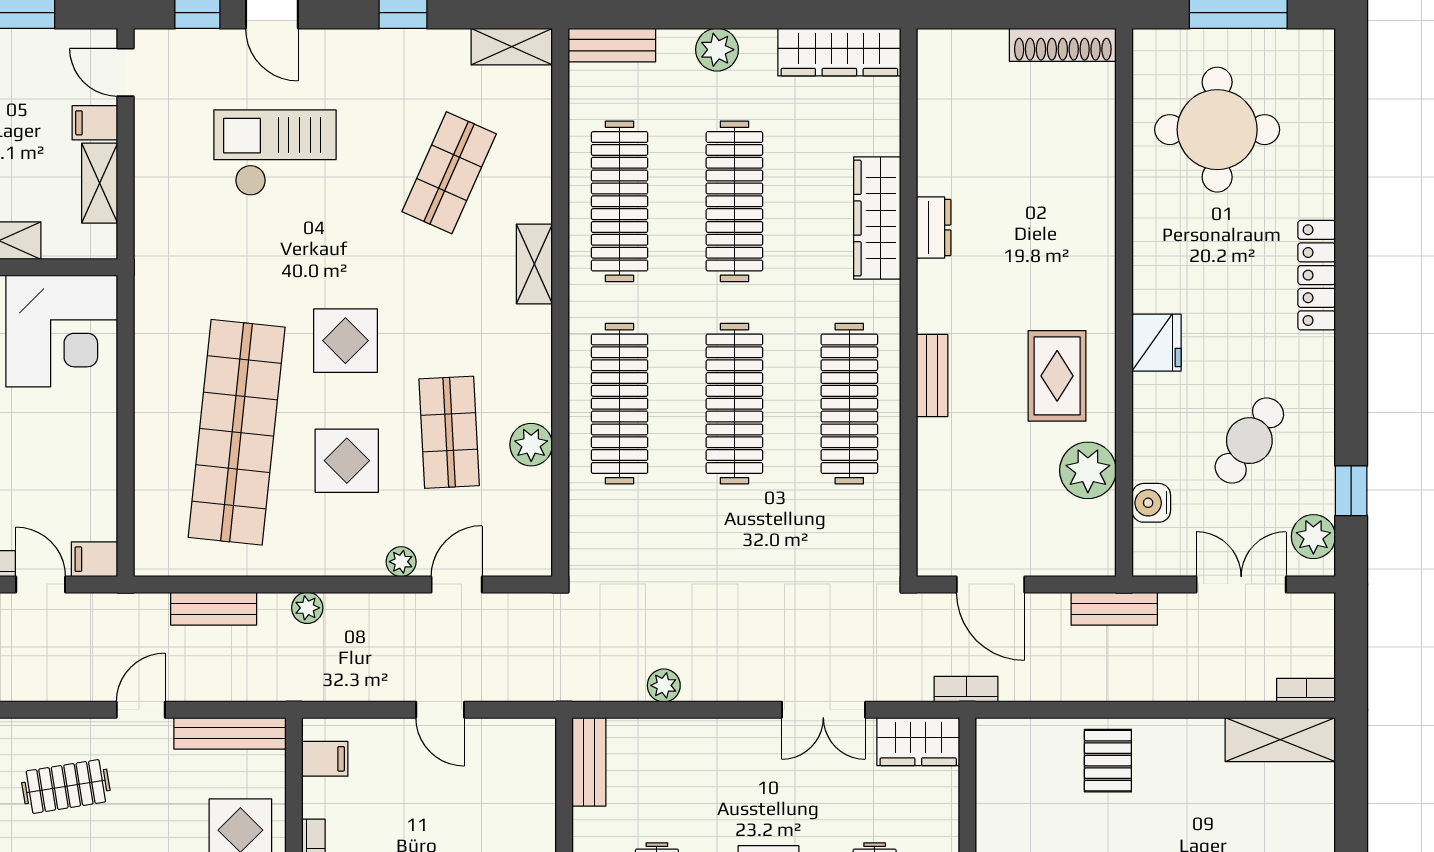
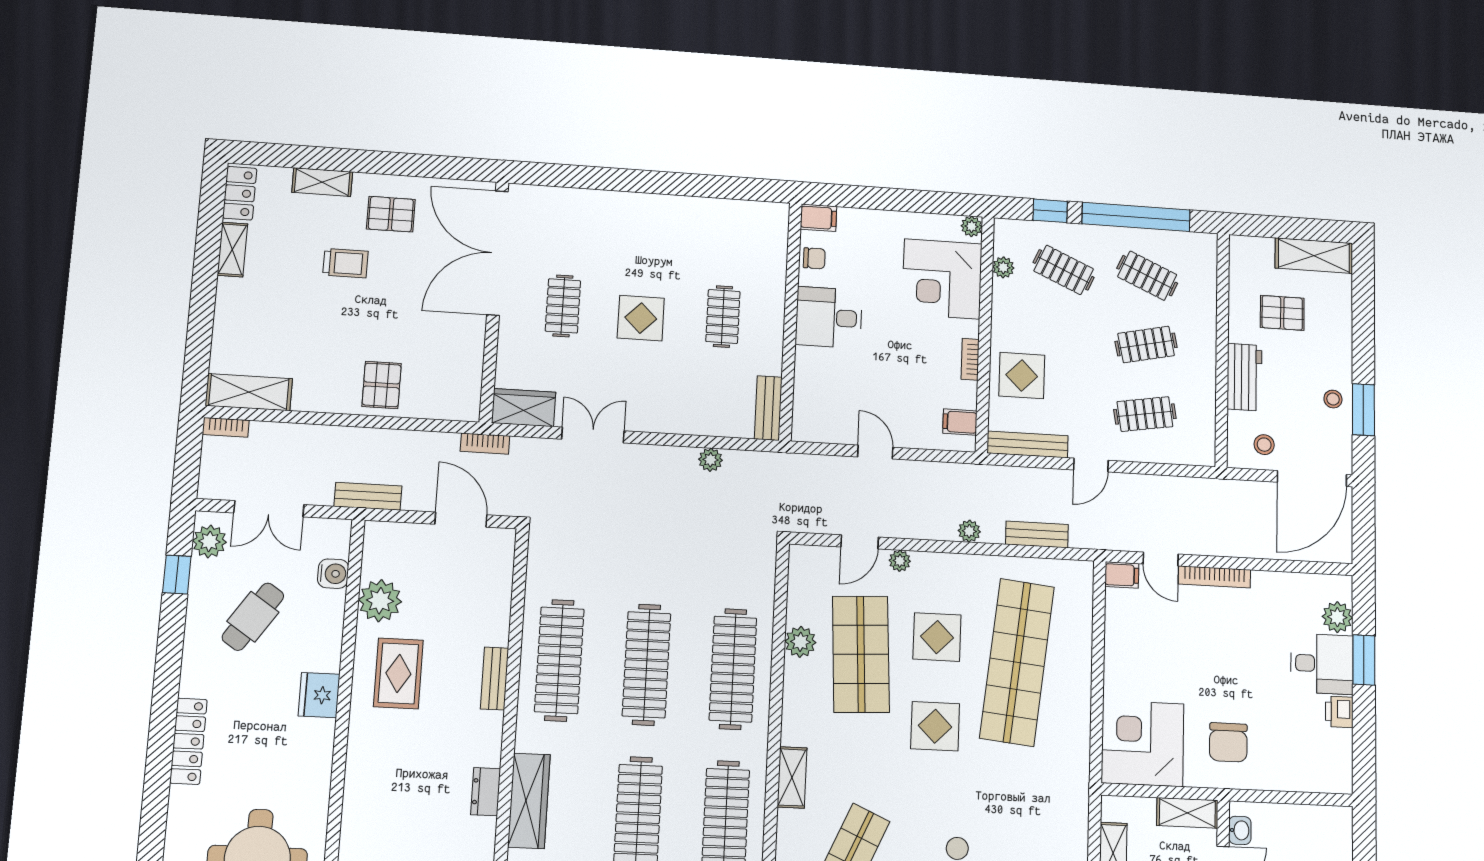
shop shelf: (449, 432) -> (861, 654), width x1.43, depth x1.36

